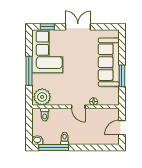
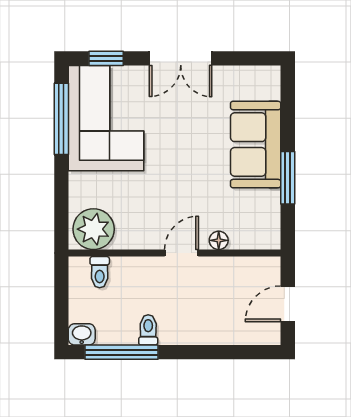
double door: (78, 27) -> (181, 58), swing flipped
sofa: (109, 62) -> (256, 145), width x0.73
window: (29, 71) -> (61, 119), moved
door: (78, 107) -> (182, 253), swing flipped

